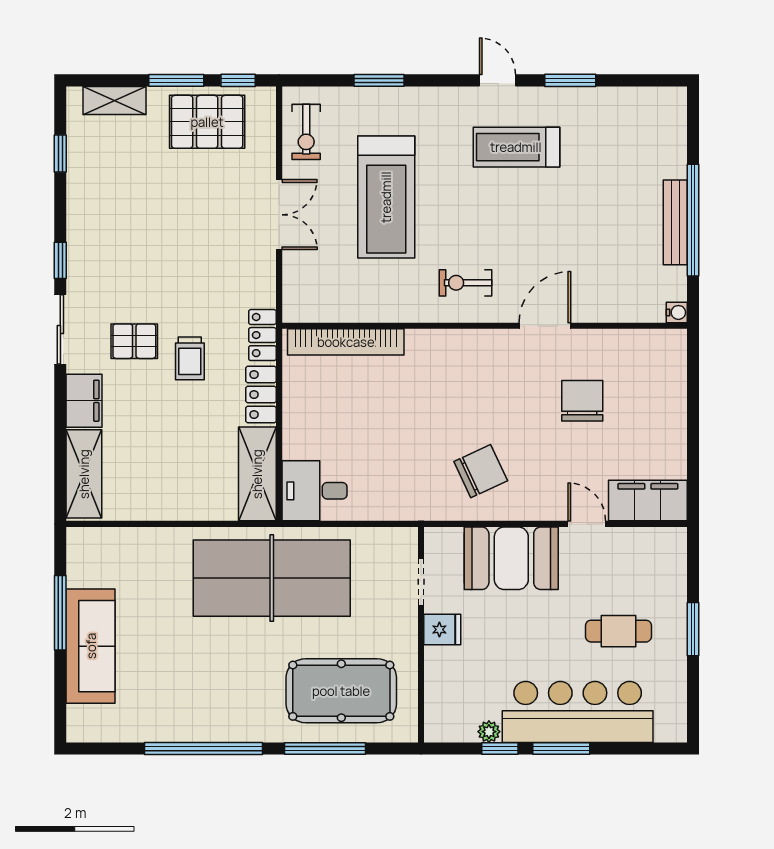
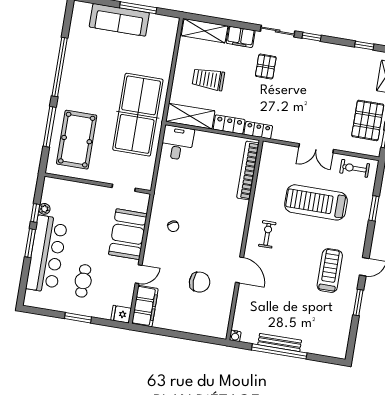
trolley: (190, 358) -> (208, 79), moved, width x1.36, depth x1.39
chair: (481, 471) -> (173, 226), width x0.54, depth x0.54
fridge: (442, 629) -> (121, 314), moved, turned 90

